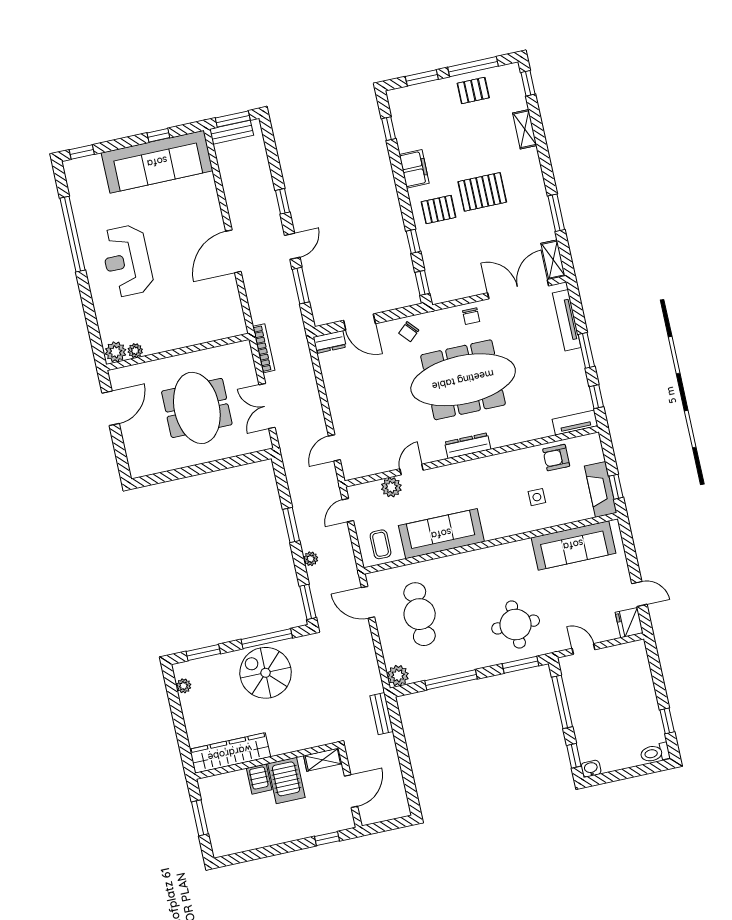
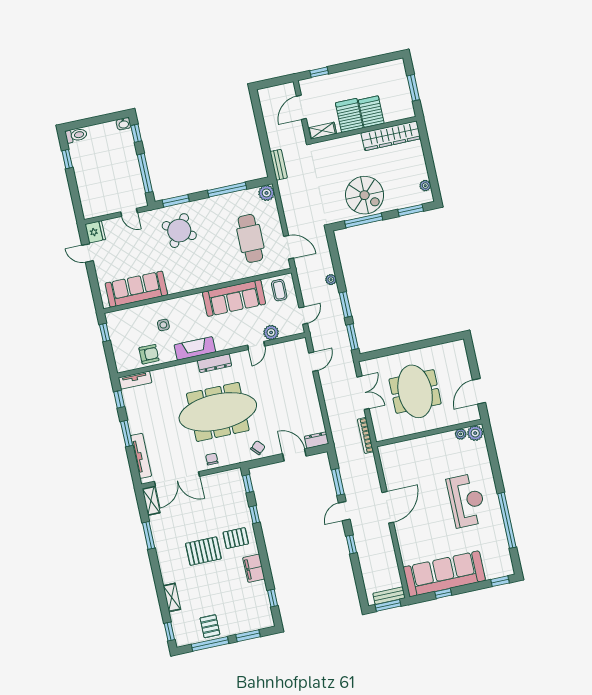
pallet: (473, 90) -> (210, 626), turned 90
fireplace: (601, 489) -> (195, 348), moved, turned -90
window: (308, 602) -> (352, 337), moved
round table: (516, 625) -> (179, 231), turned 33
server rack: (259, 779) -> (371, 112), width x1.36, depth x1.44

